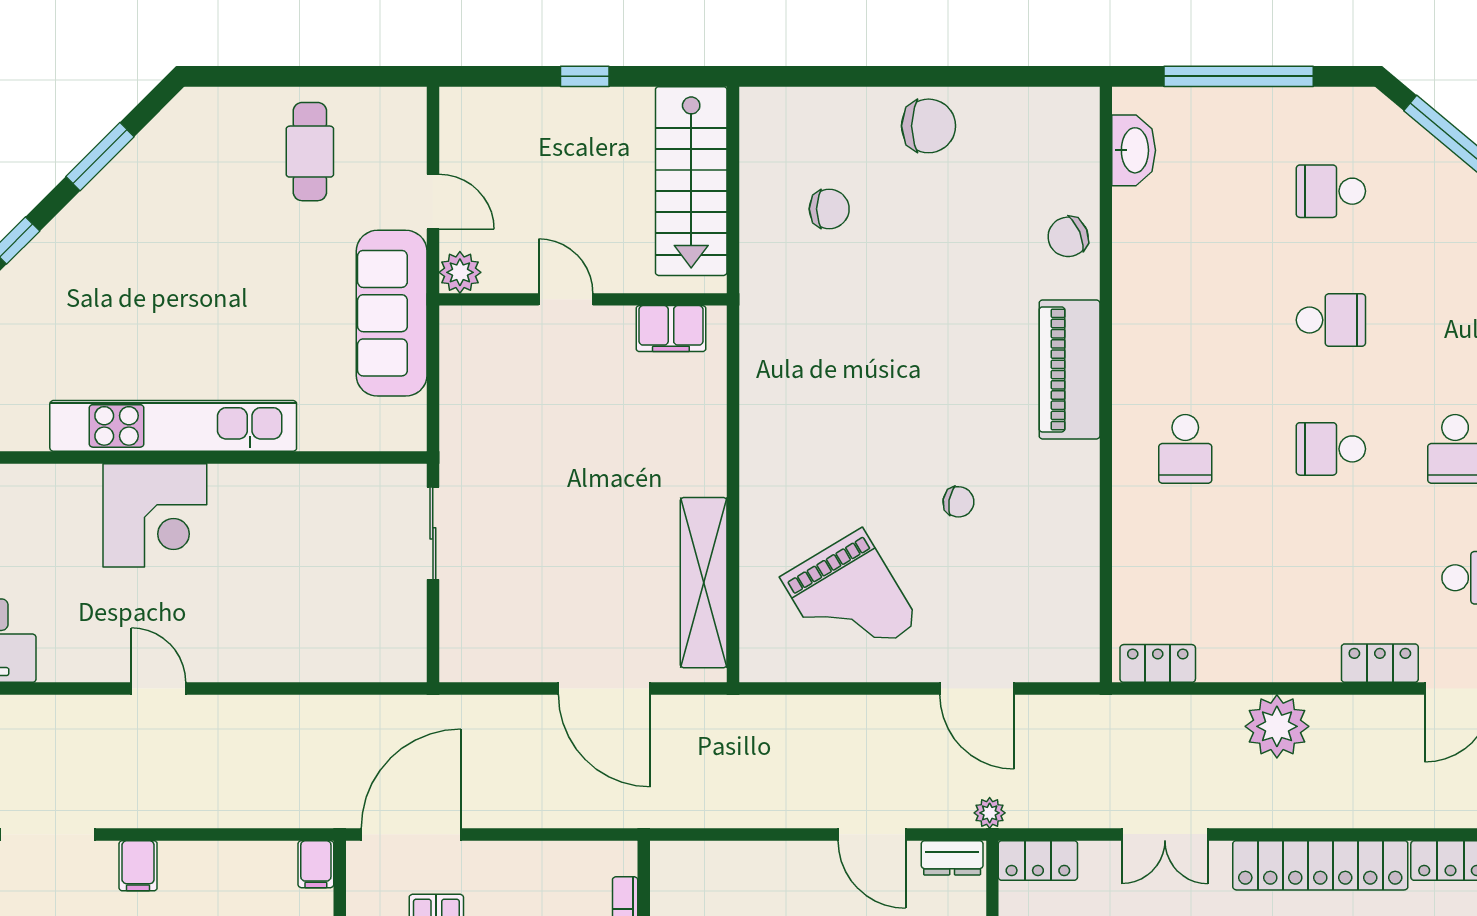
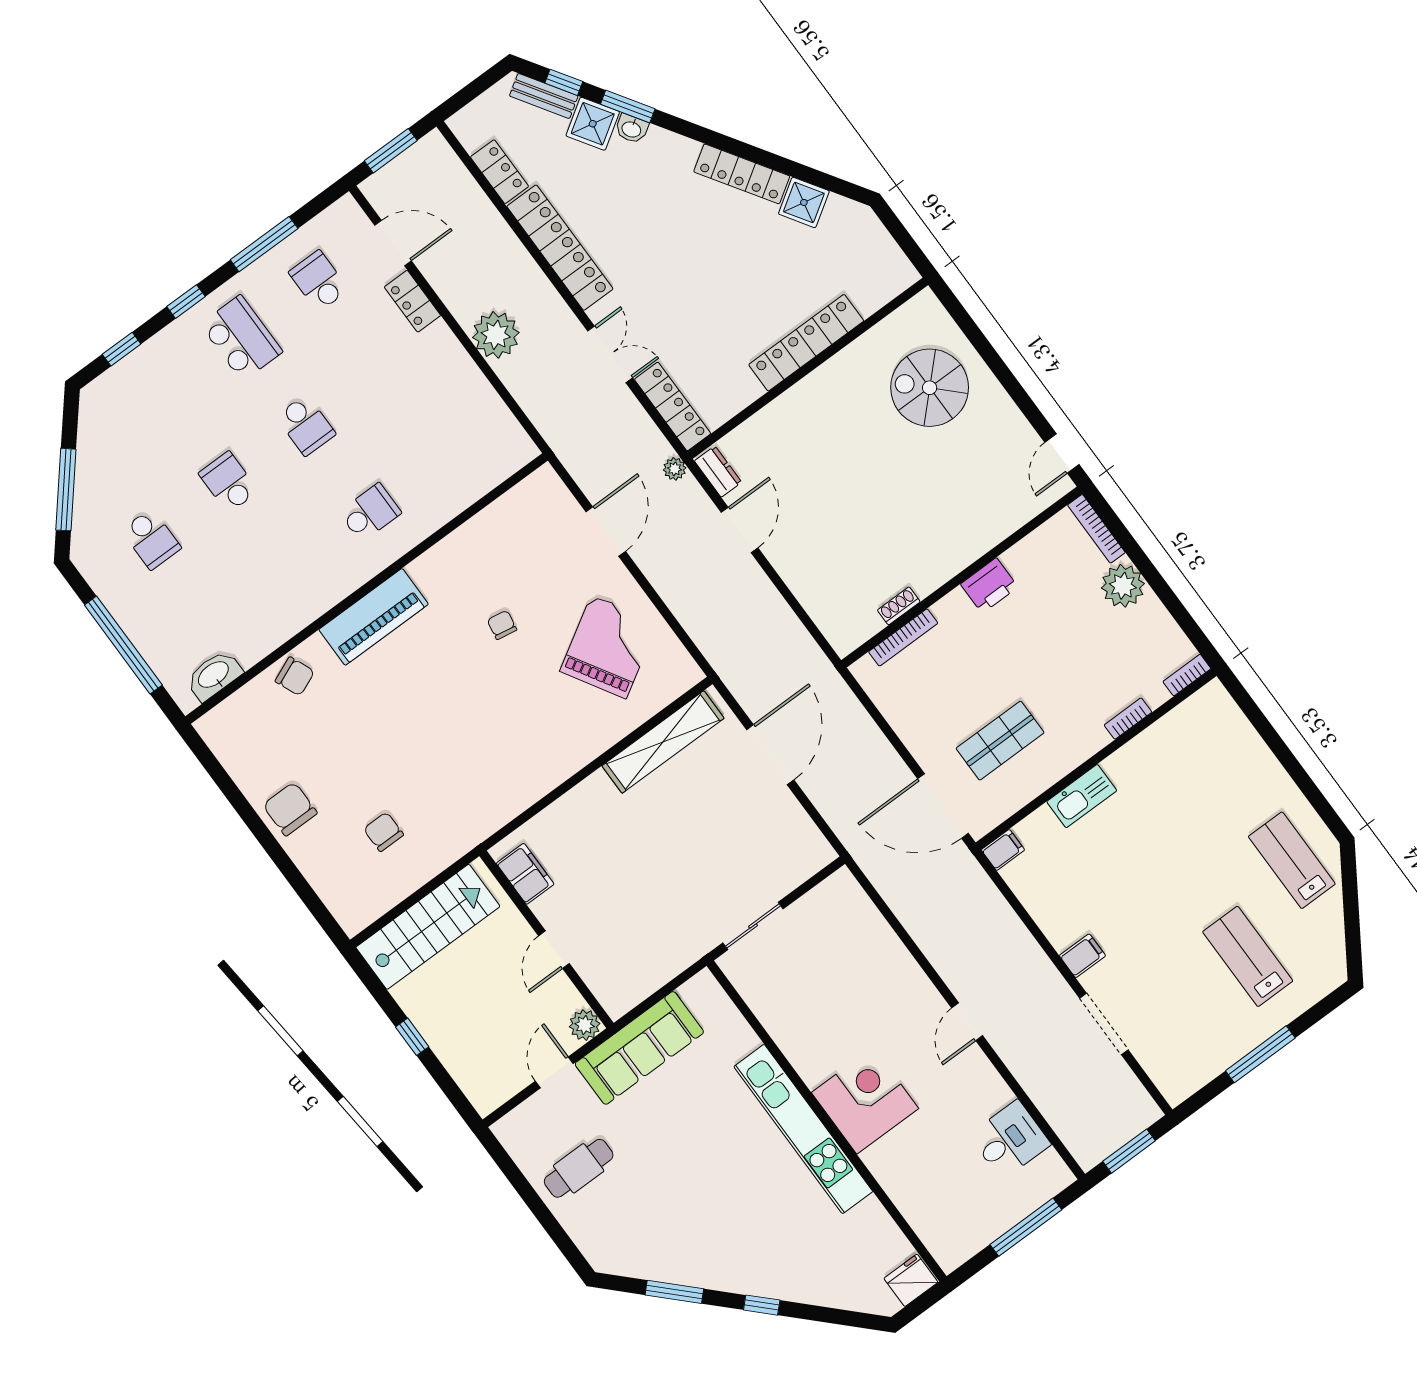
locker: (1158, 663) -> (511, 434), removed
locker: (1038, 860) -> (673, 406), width x1.53

